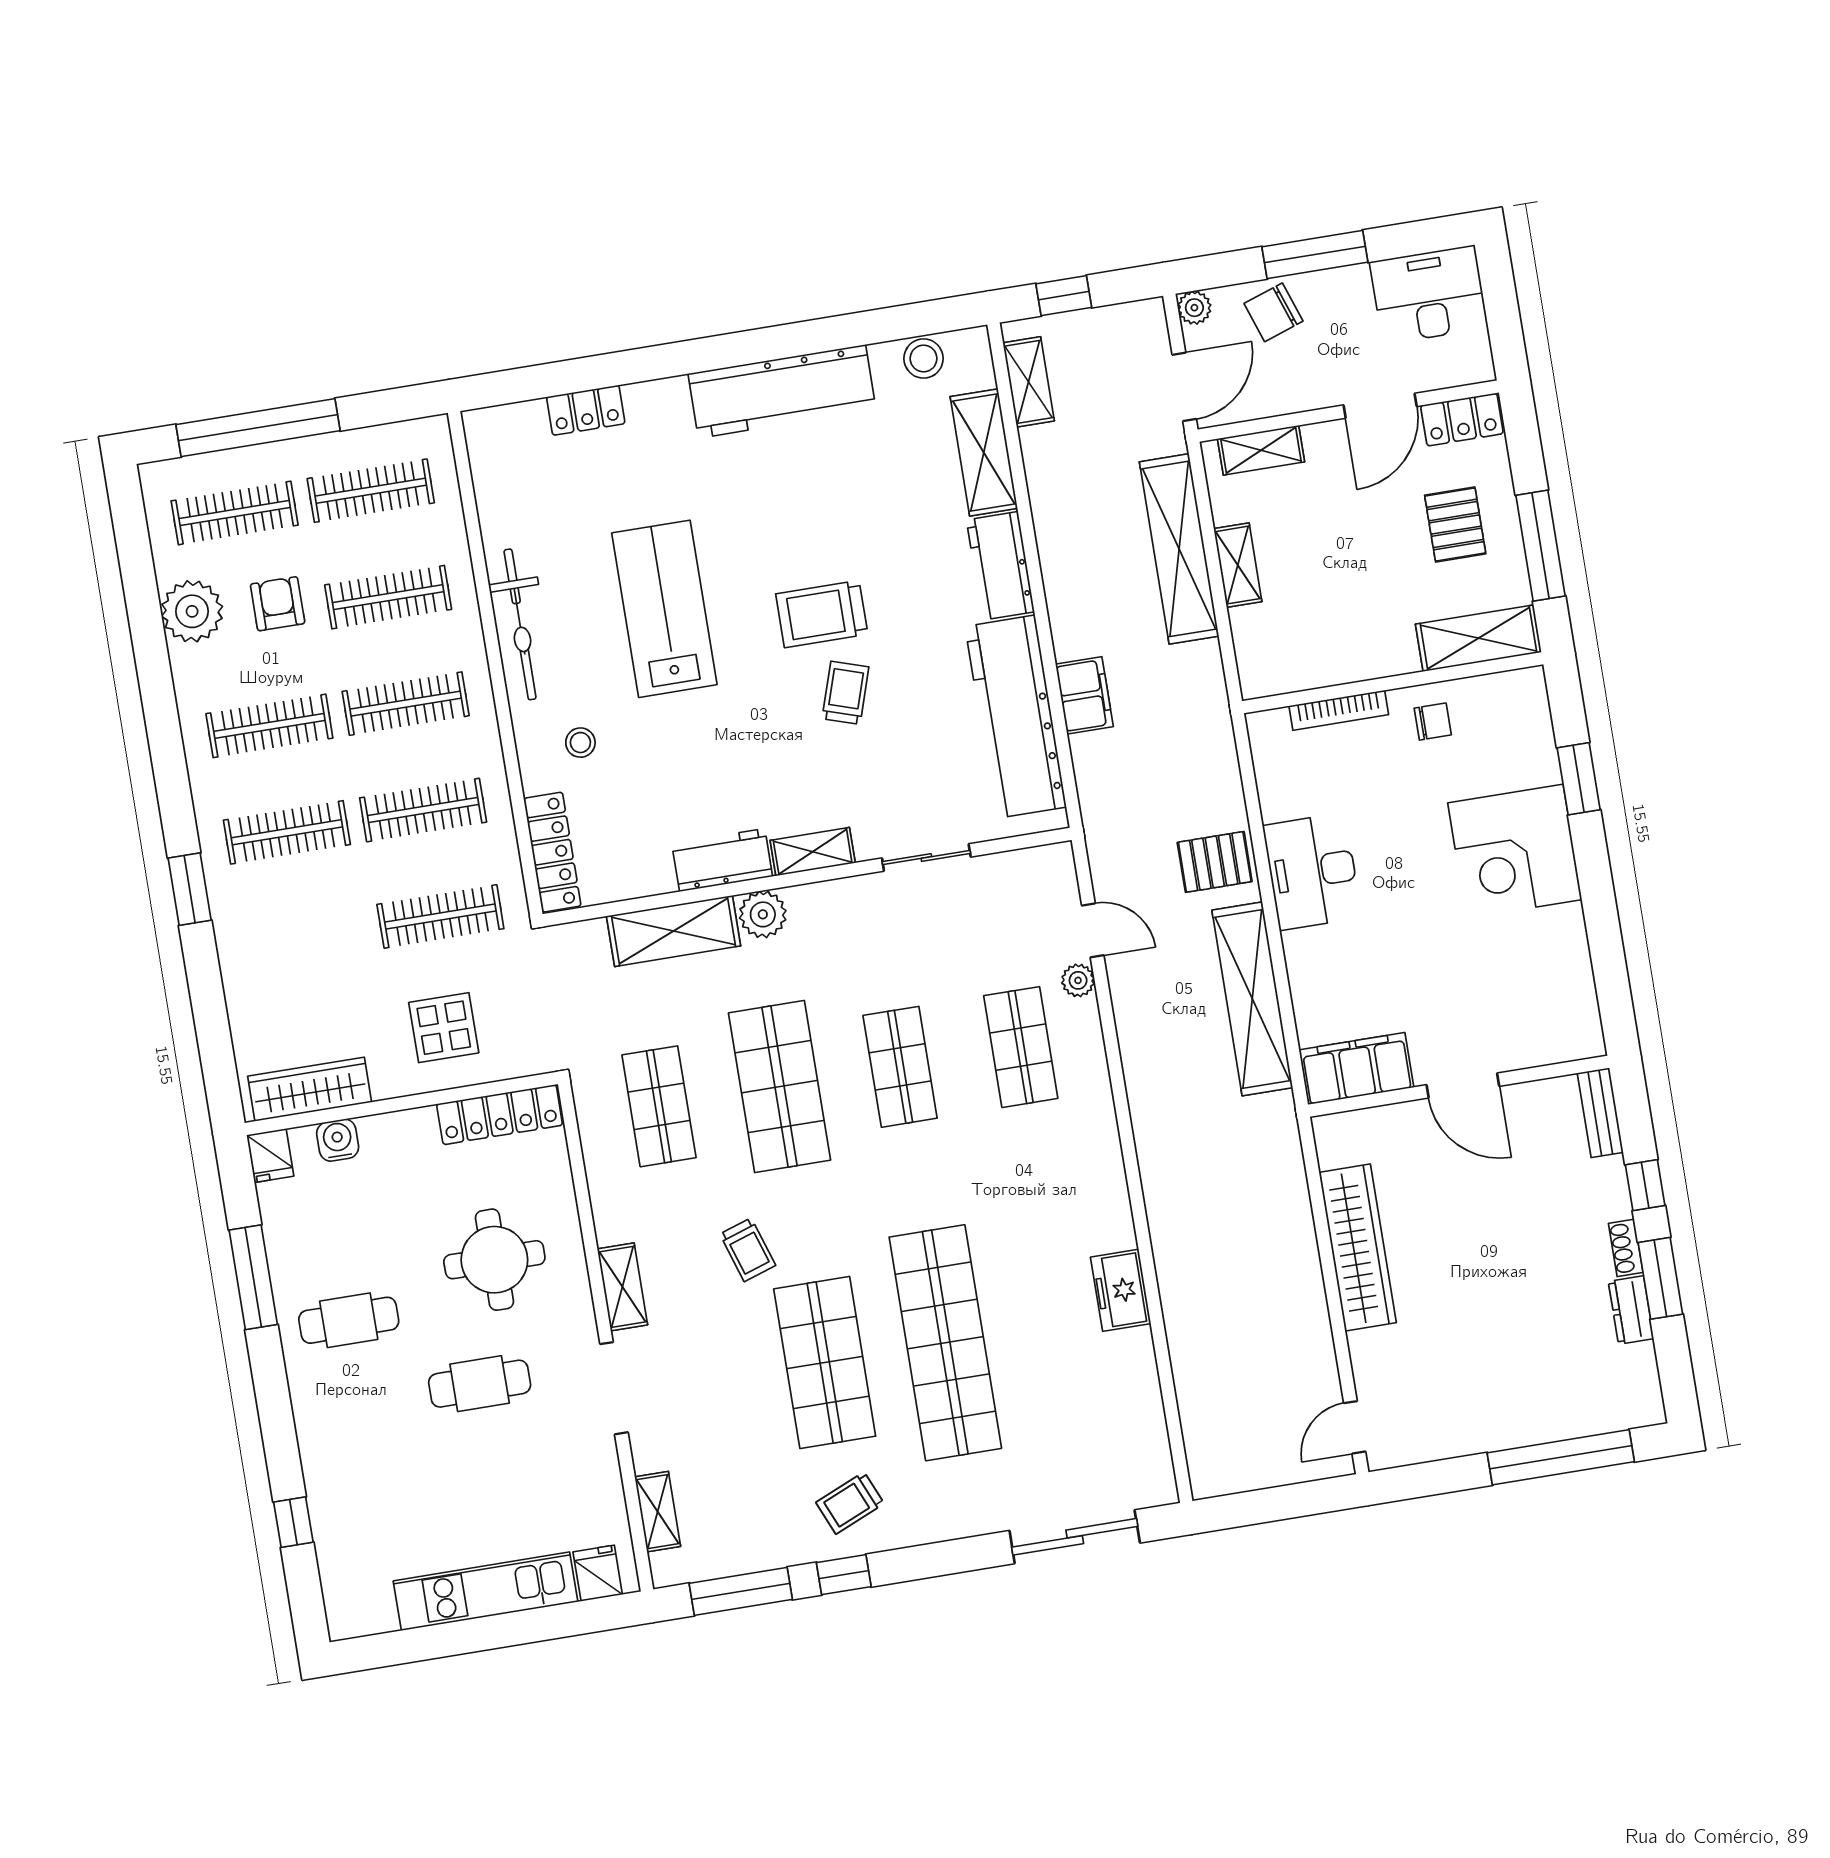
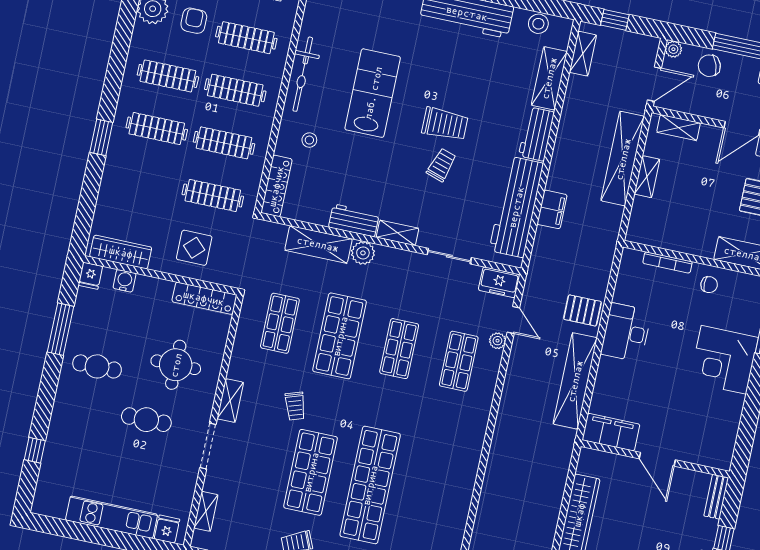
trolley: (822, 614) -> (445, 124), turned 180
freezer: (1121, 1290) -> (499, 282), moved, turned -90

